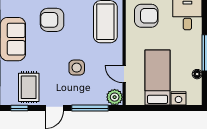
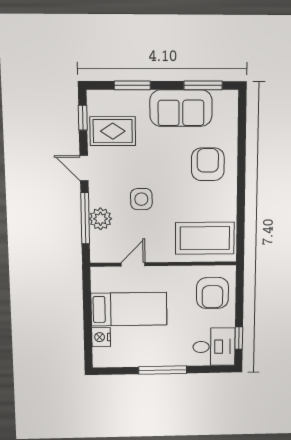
floor lamp: (197, 74) -> (134, 361), removed
plant: (115, 97) -> (100, 219), moved

